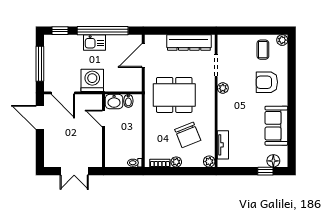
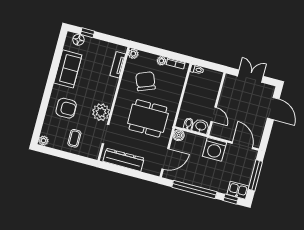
kitchen sink: (95, 42) -> (238, 190), moved
coffee table: (263, 50) -> (74, 138), moved
boiler: (136, 85) -> (179, 135), added
plant: (223, 88) -> (101, 112), width x1.88, depth x1.88
door: (40, 117) -> (273, 109), moved

